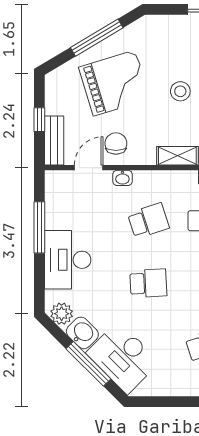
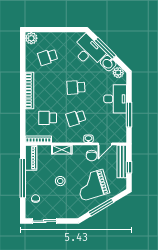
bench: (54, 140) -> (122, 161), width x1.36

